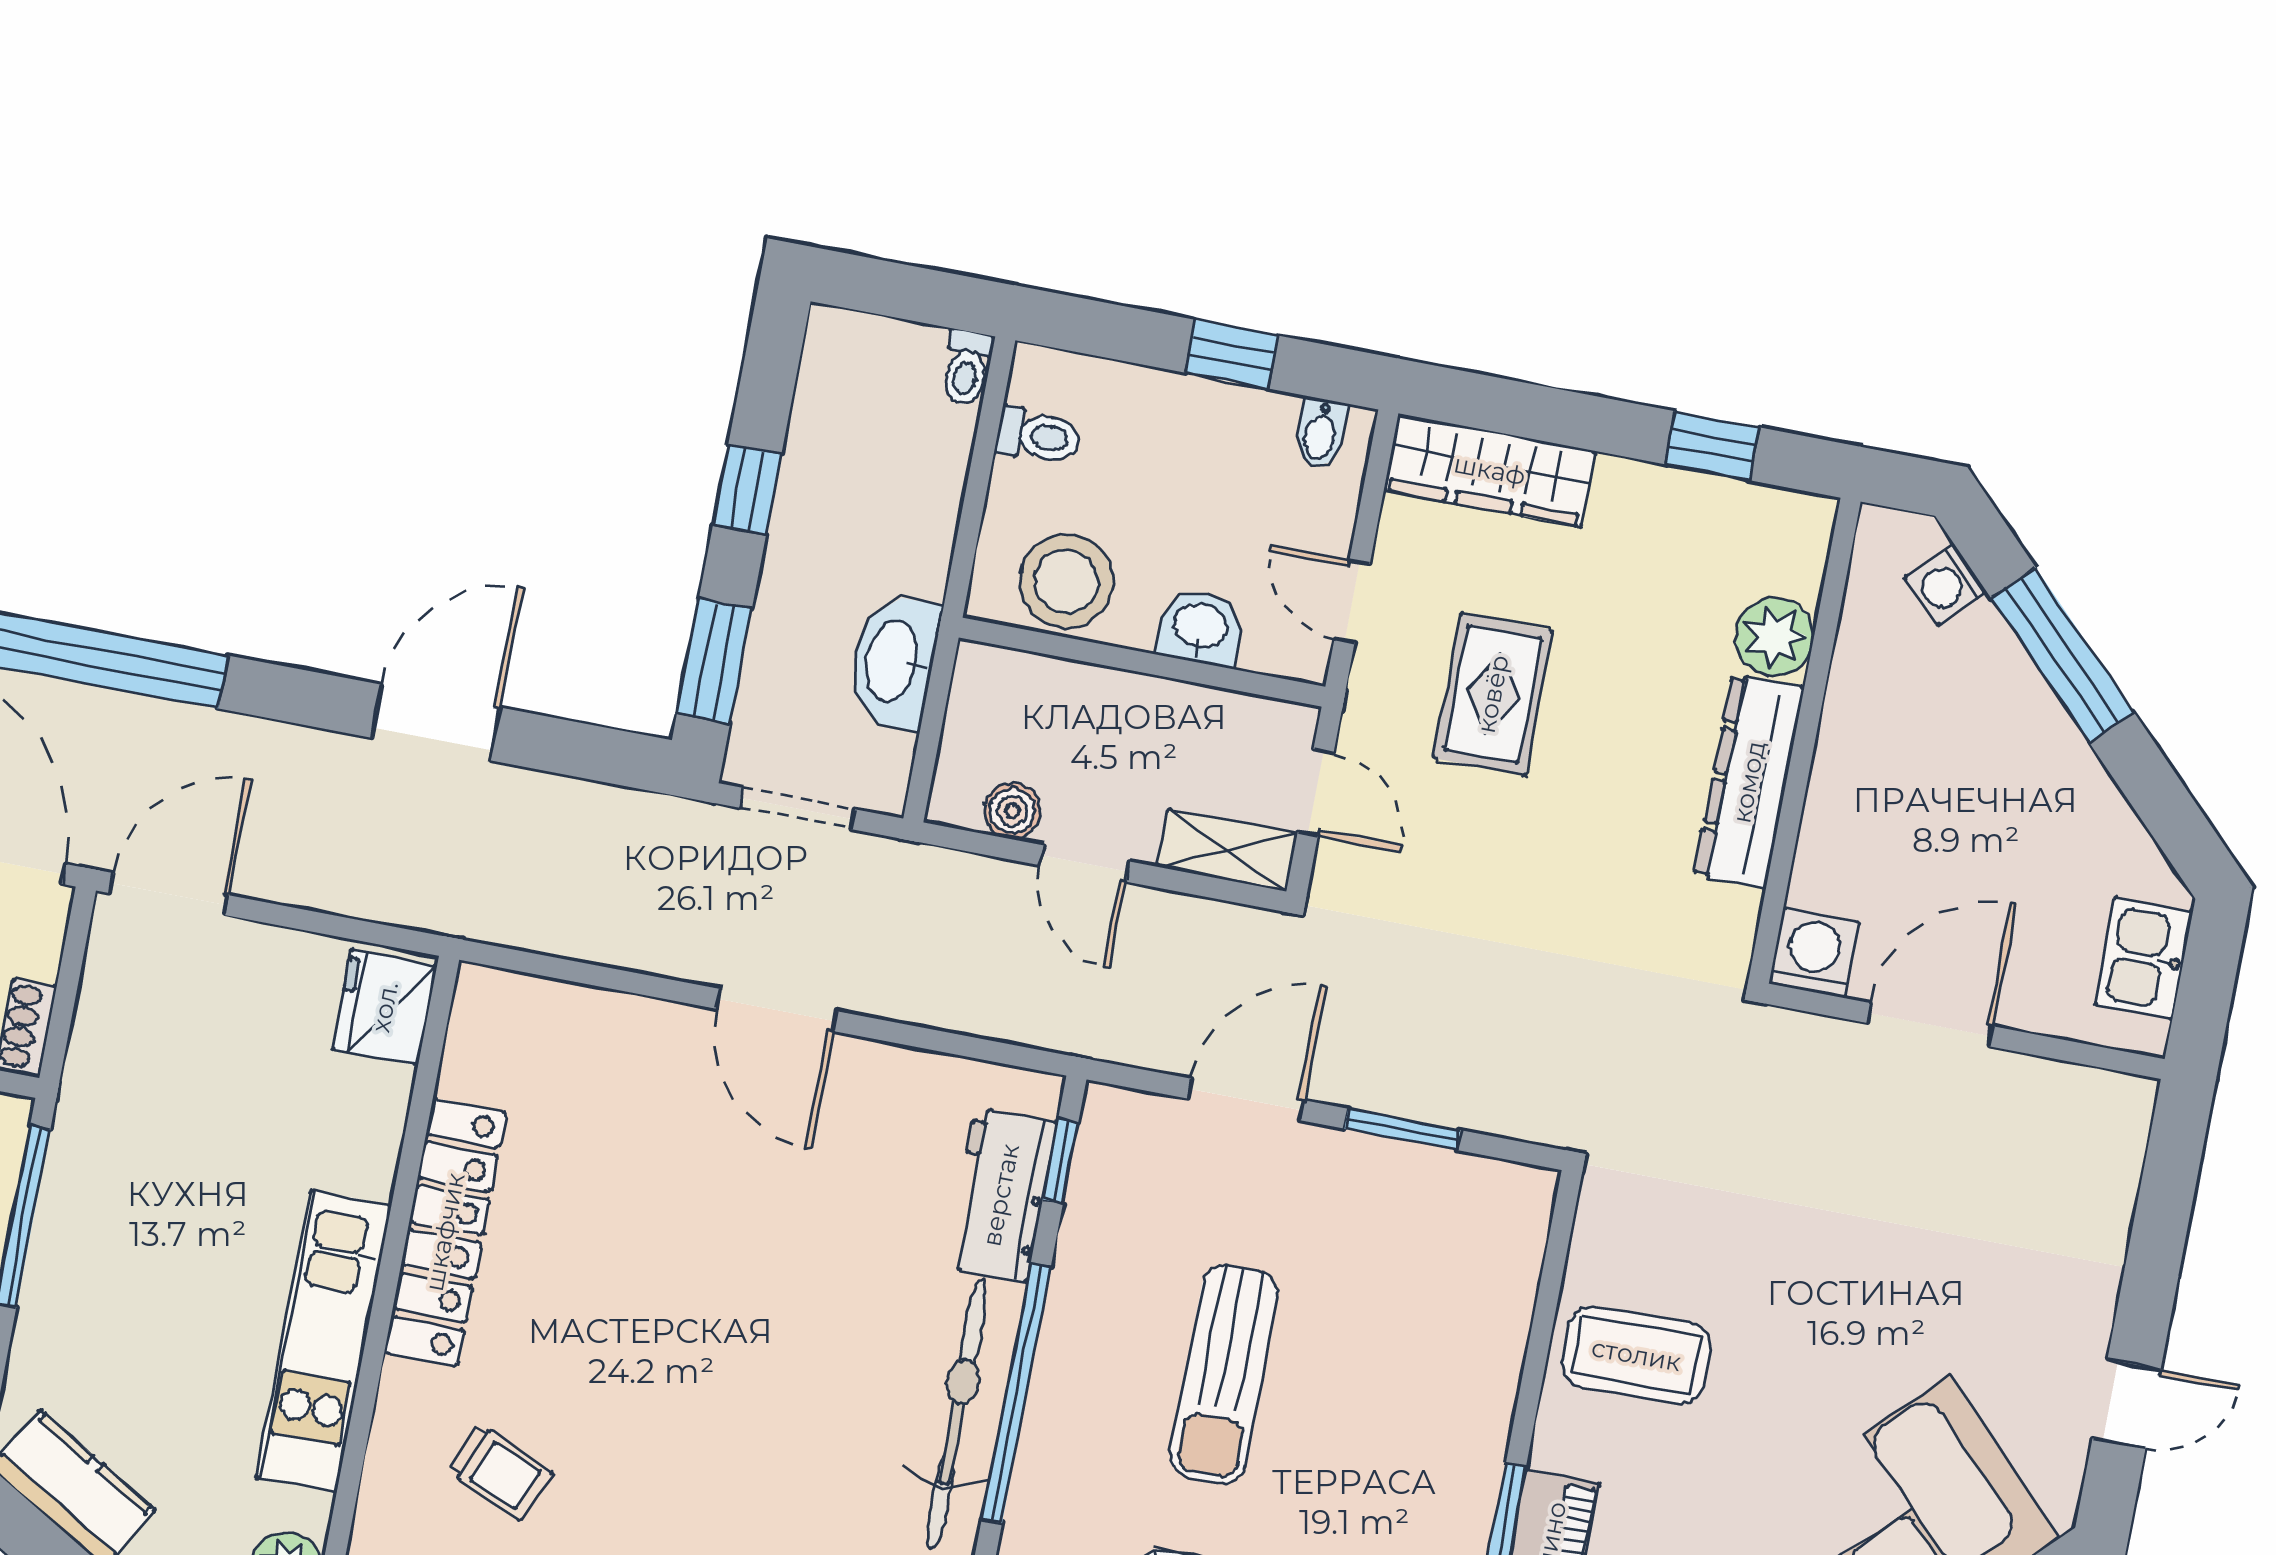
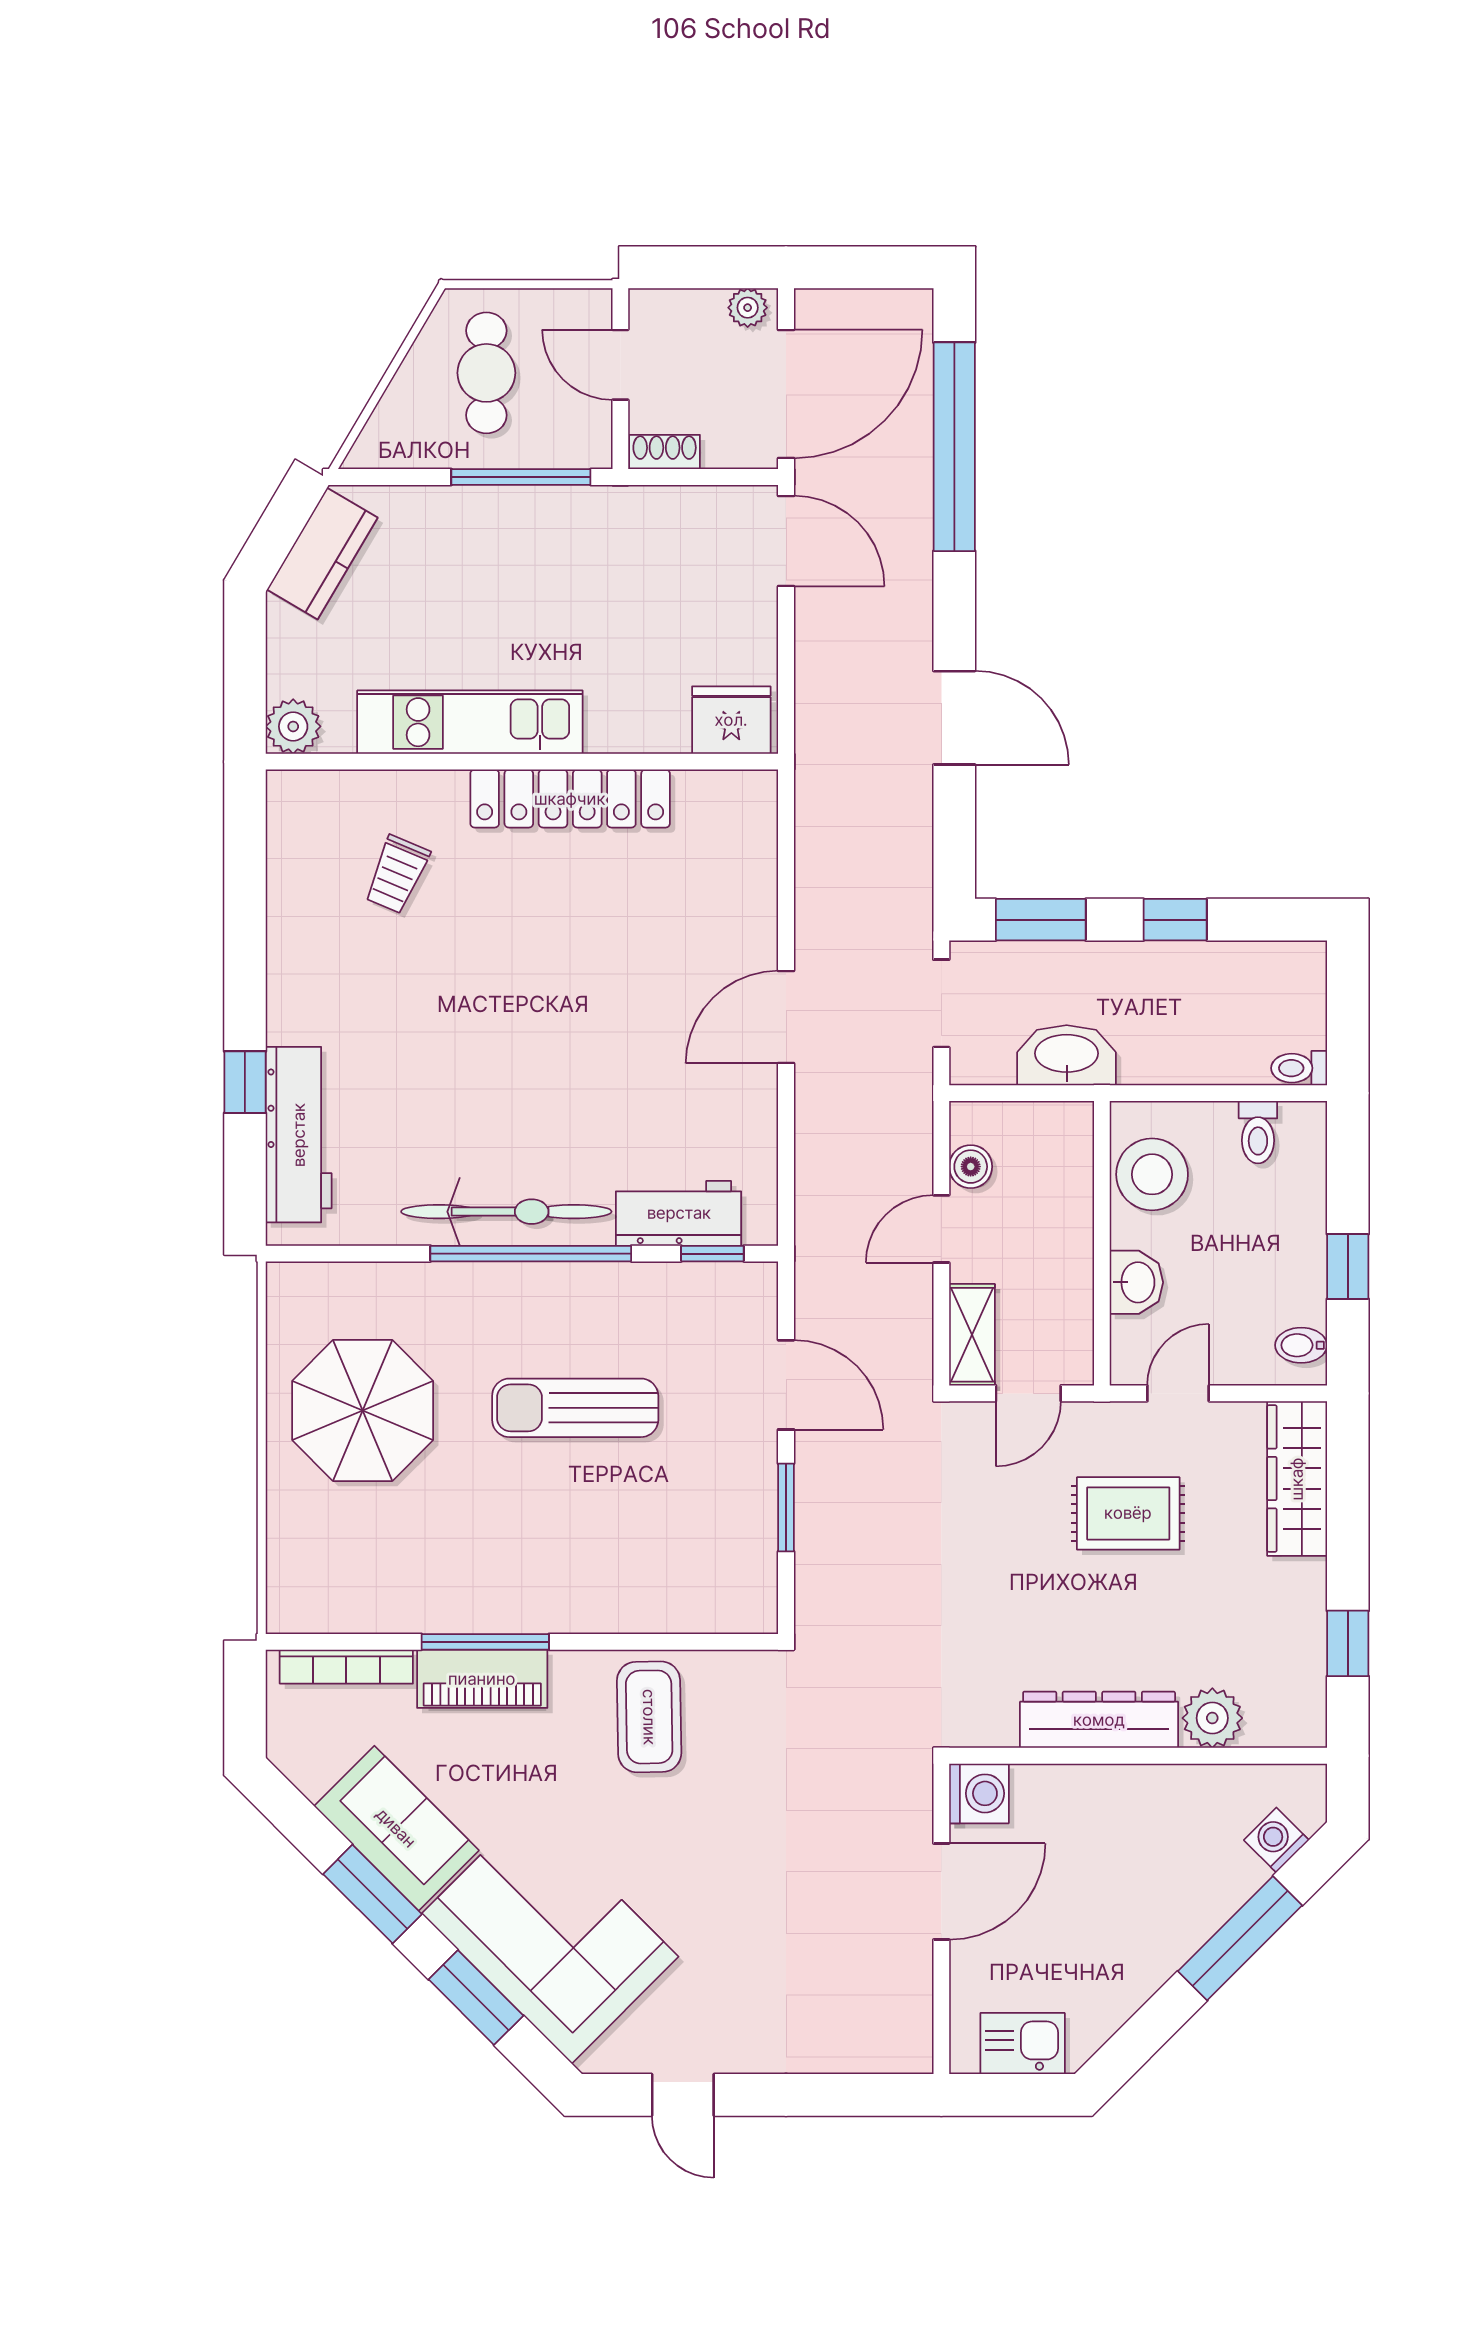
door: (1930, 1025) -> (941, 1892), hinge flipped

